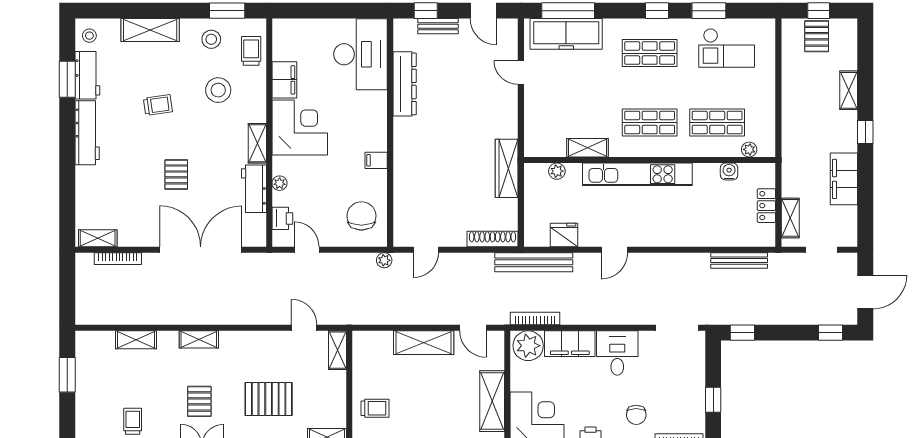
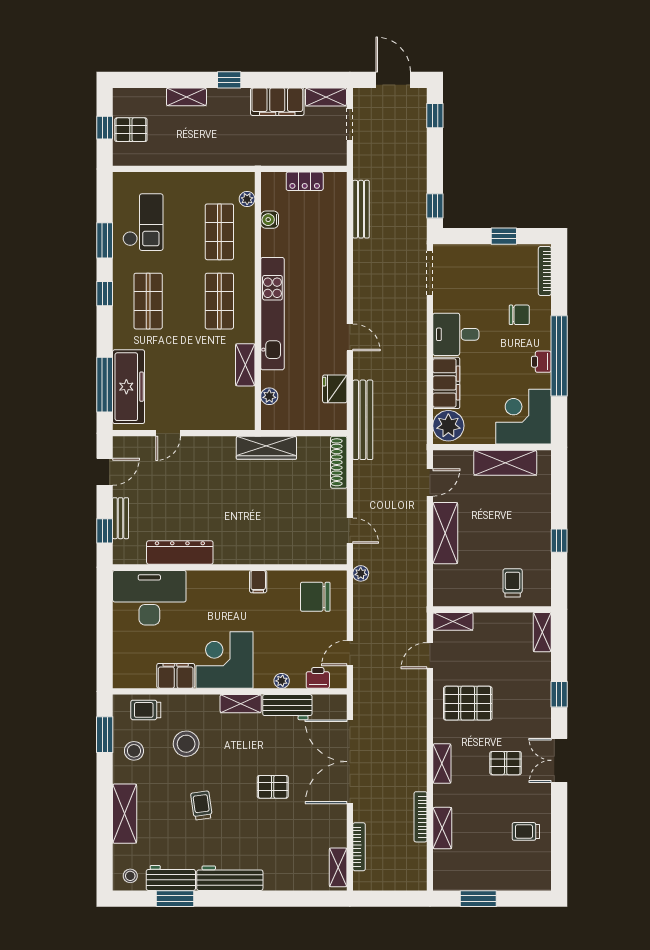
shelving: (790, 218) -> (326, 97), moved
bookcase: (535, 319) -> (421, 817), moved
pallet: (269, 399) -> (468, 703), moved, turned 90

